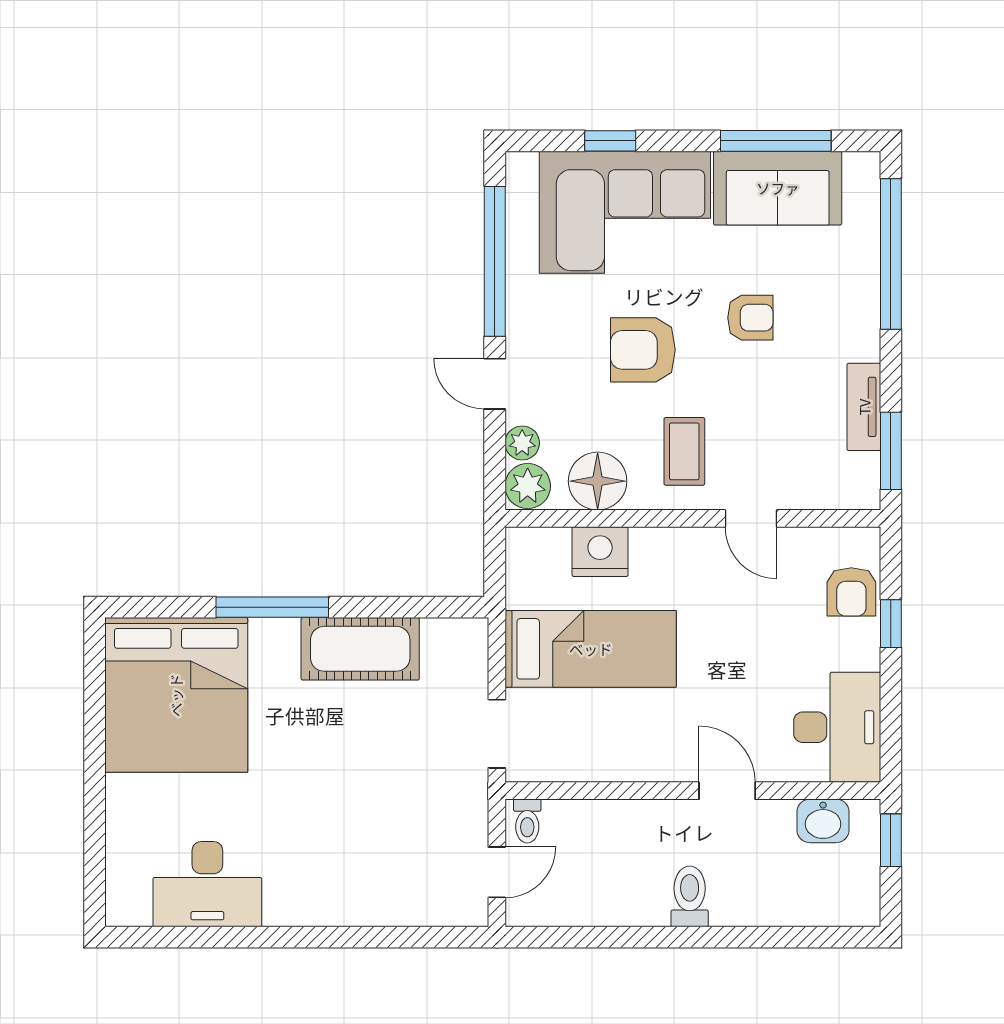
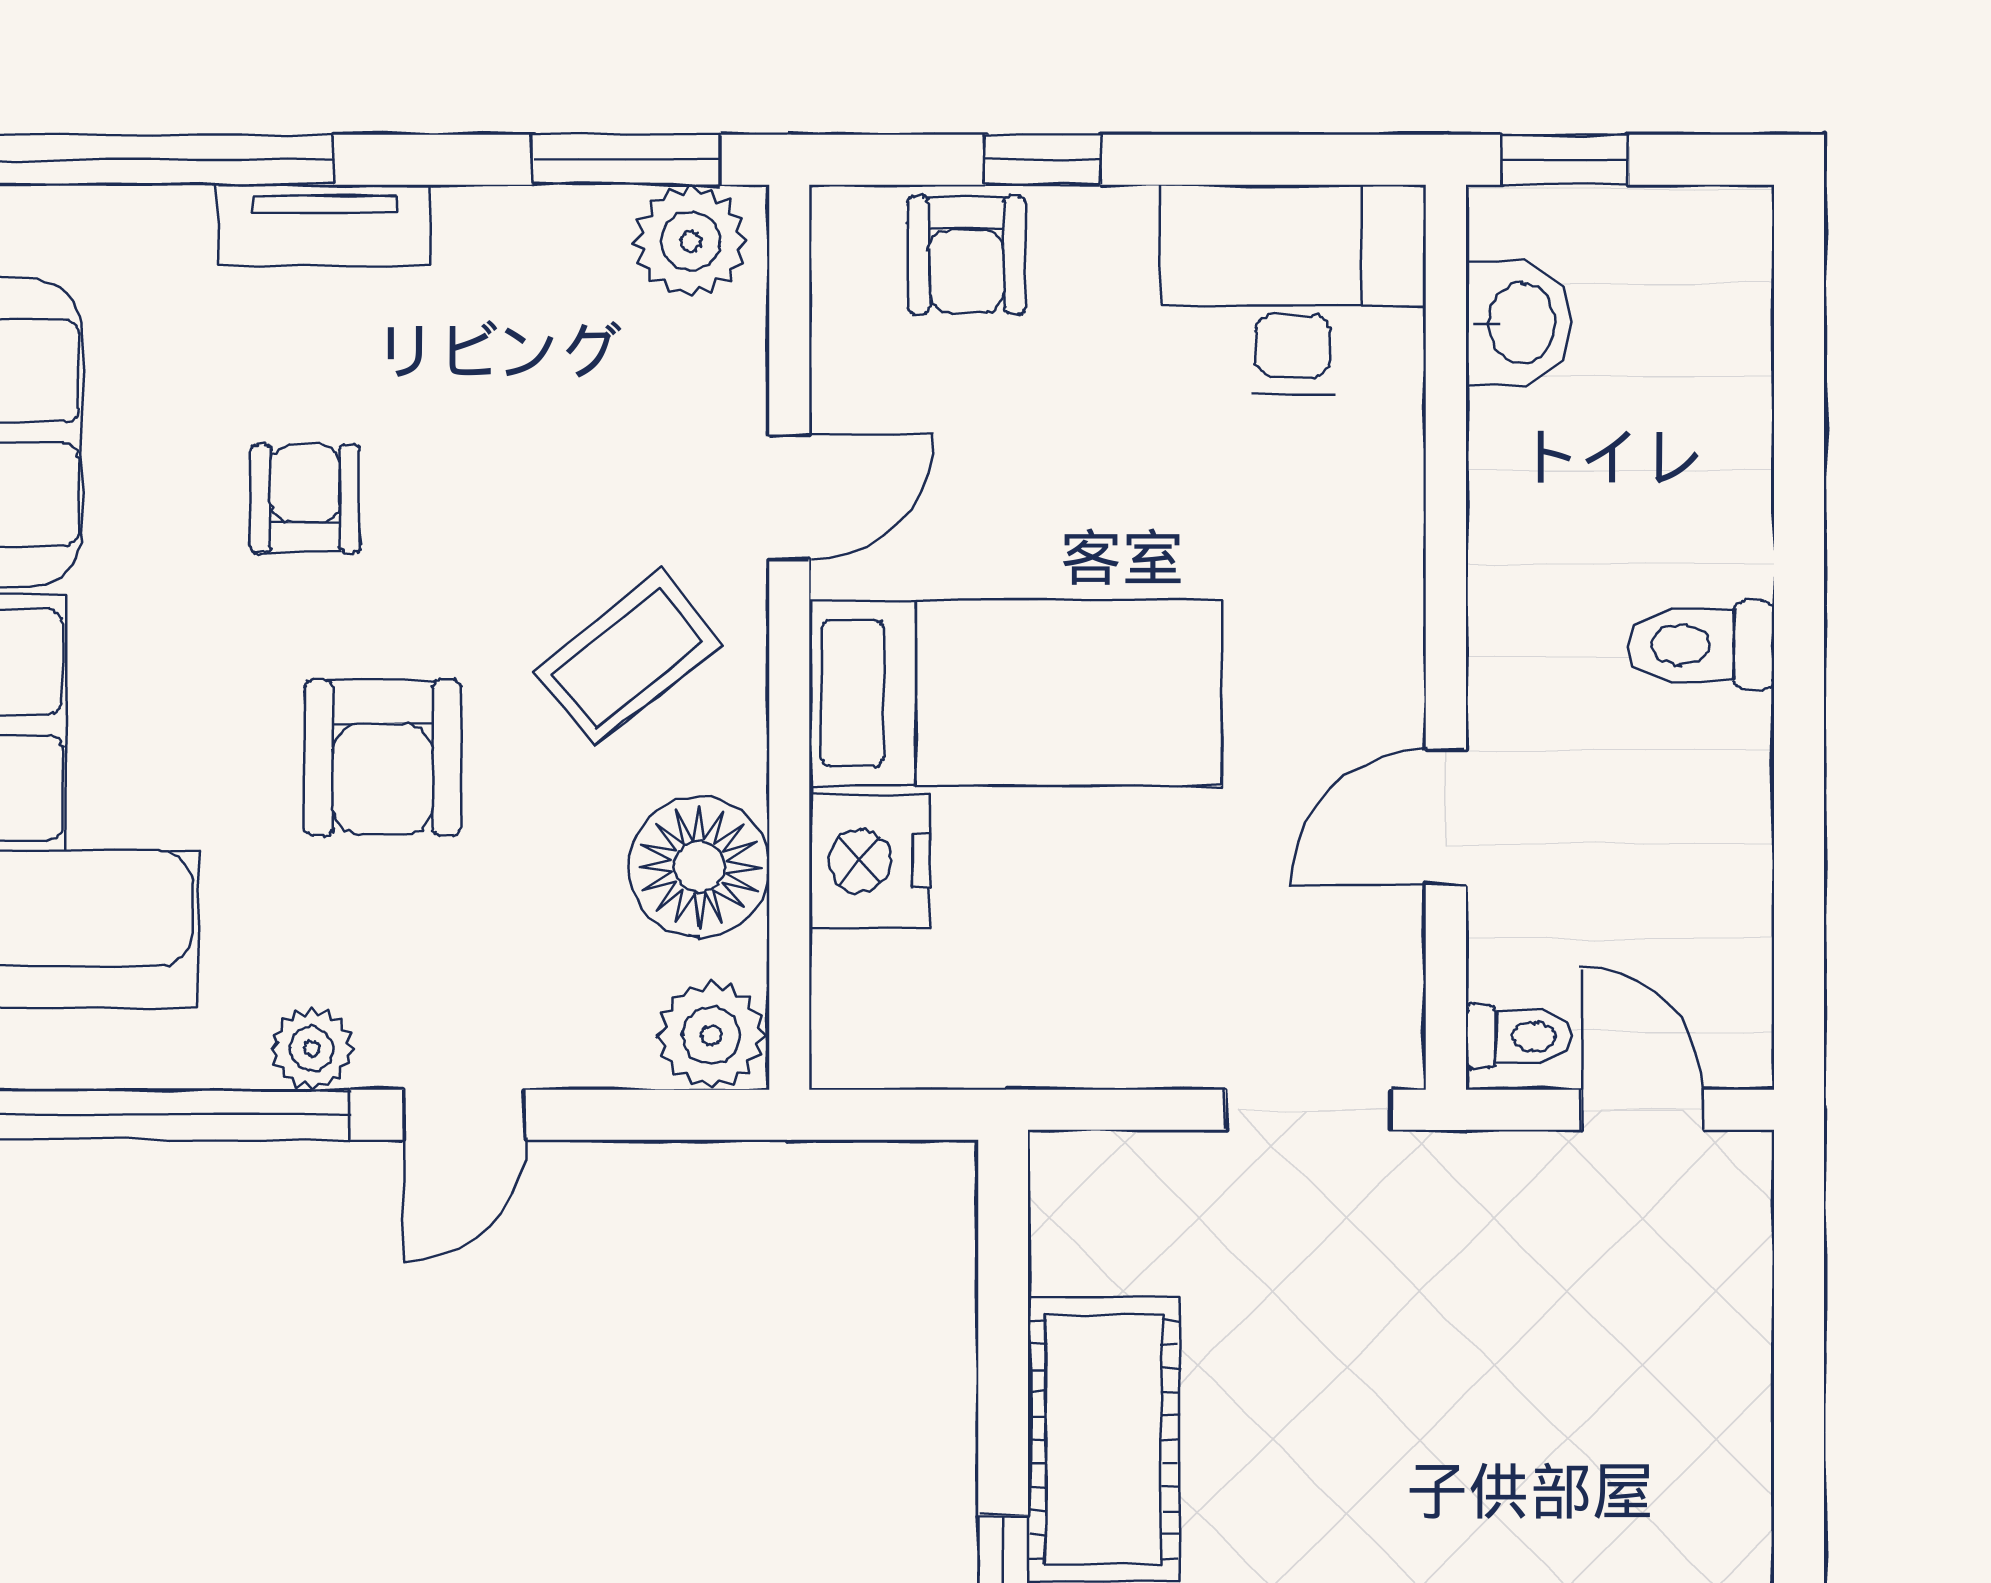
tv unit: (864, 407) -> (324, 225), moved
plant: (522, 443) -> (312, 1049), moved
coffee table: (684, 451) -> (628, 658), turned -39
plant: (857, 477) -> (690, 241), added
armchair: (851, 592) -> (967, 255), turned 90
bed: (591, 649) -> (1015, 693), moved, turned 90
door: (727, 791) -> (1446, 817), moved

